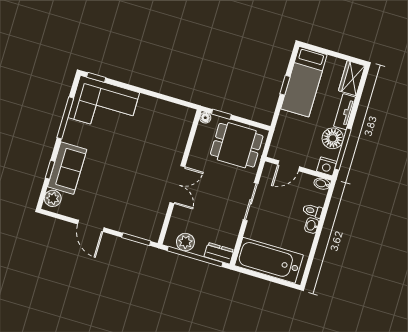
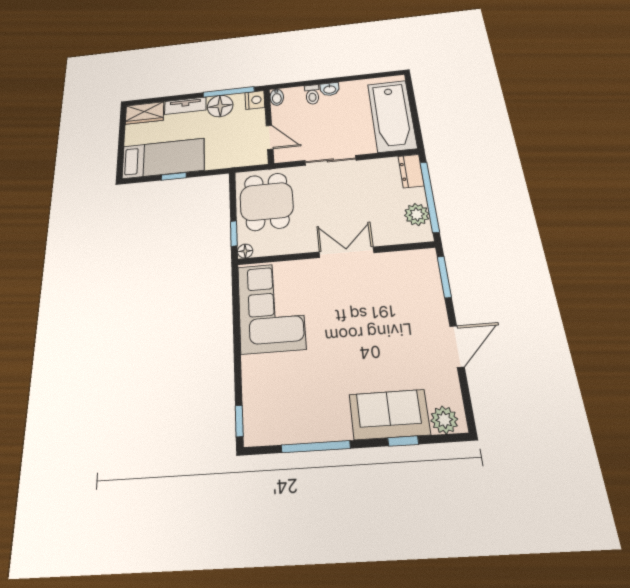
corner sofa: (104, 105) -> (271, 307), moved

